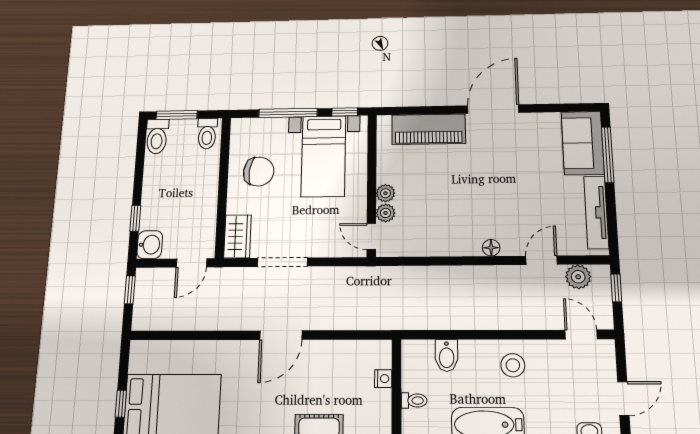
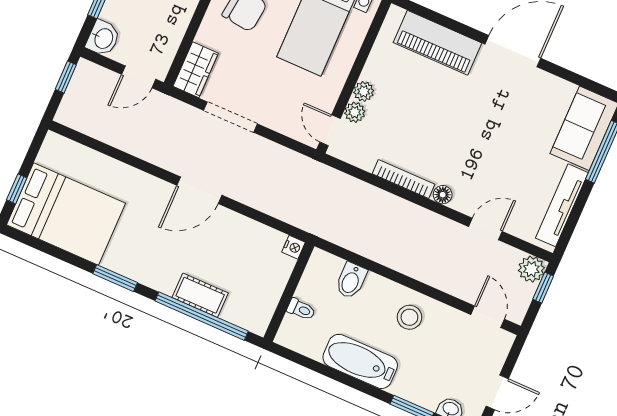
bookcase: (452, 249) -> (404, 179), added
plant: (578, 277) -> (531, 269), moved
nightstand: (383, 379) -> (293, 247), moved

